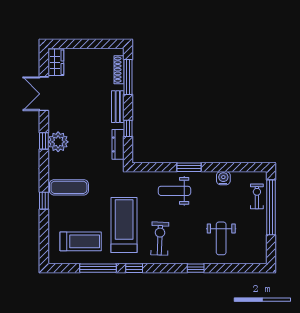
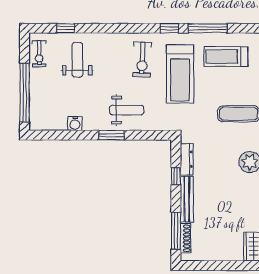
bench: (118, 107) -> (187, 199), width x1.36
exercise bike: (257, 196) -> (39, 54), moved
window: (196, 268) -> (66, 28), moved

